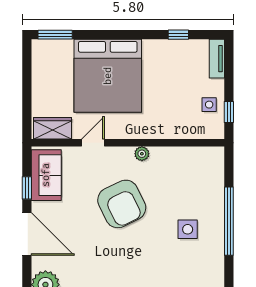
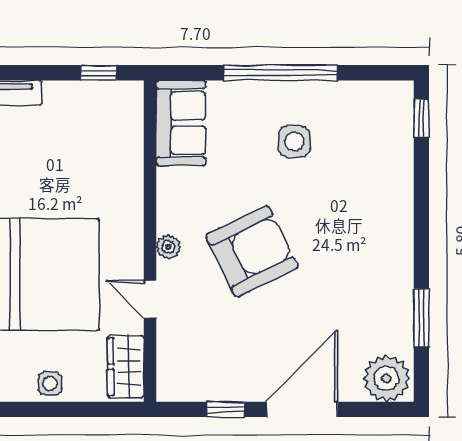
side table: (209, 105) -> (50, 383), moved
plant: (142, 154) -> (168, 247), moved
sofa: (46, 175) -> (181, 123), moved, turned 90

